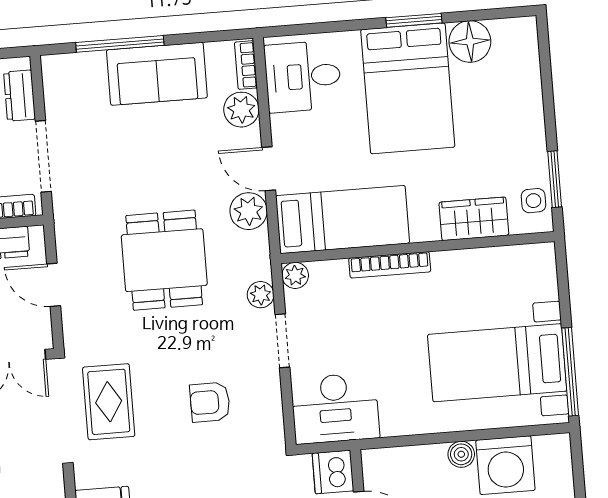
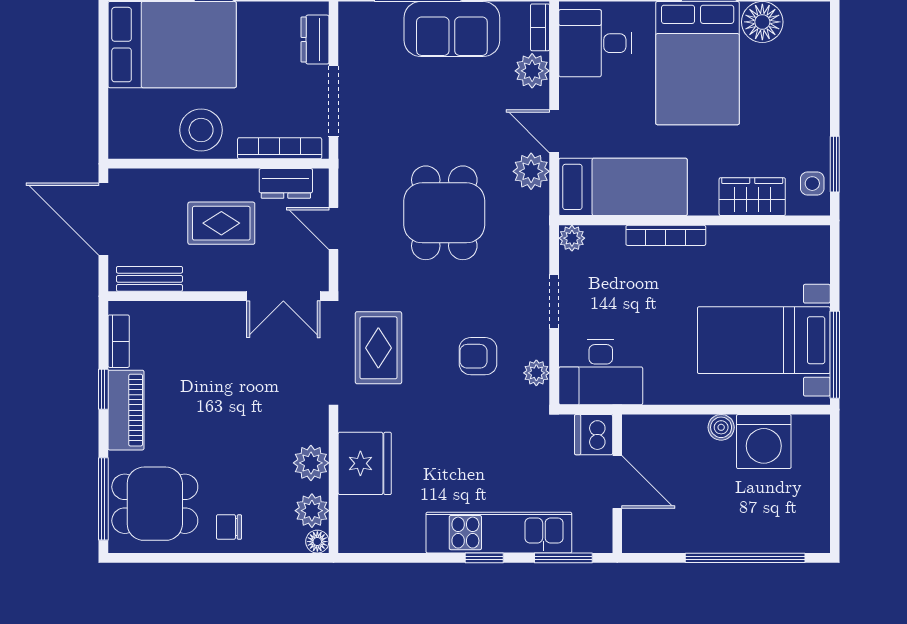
plant: (261, 295) -> (536, 373), moved

